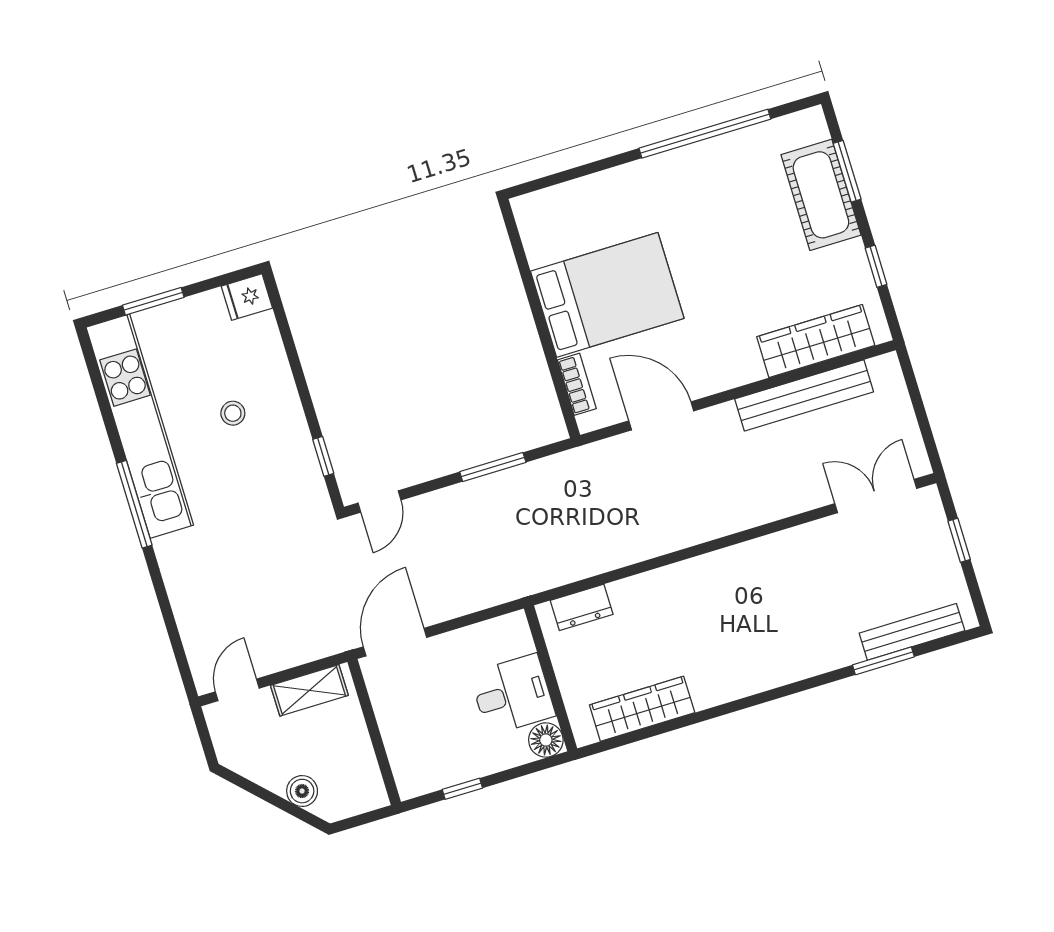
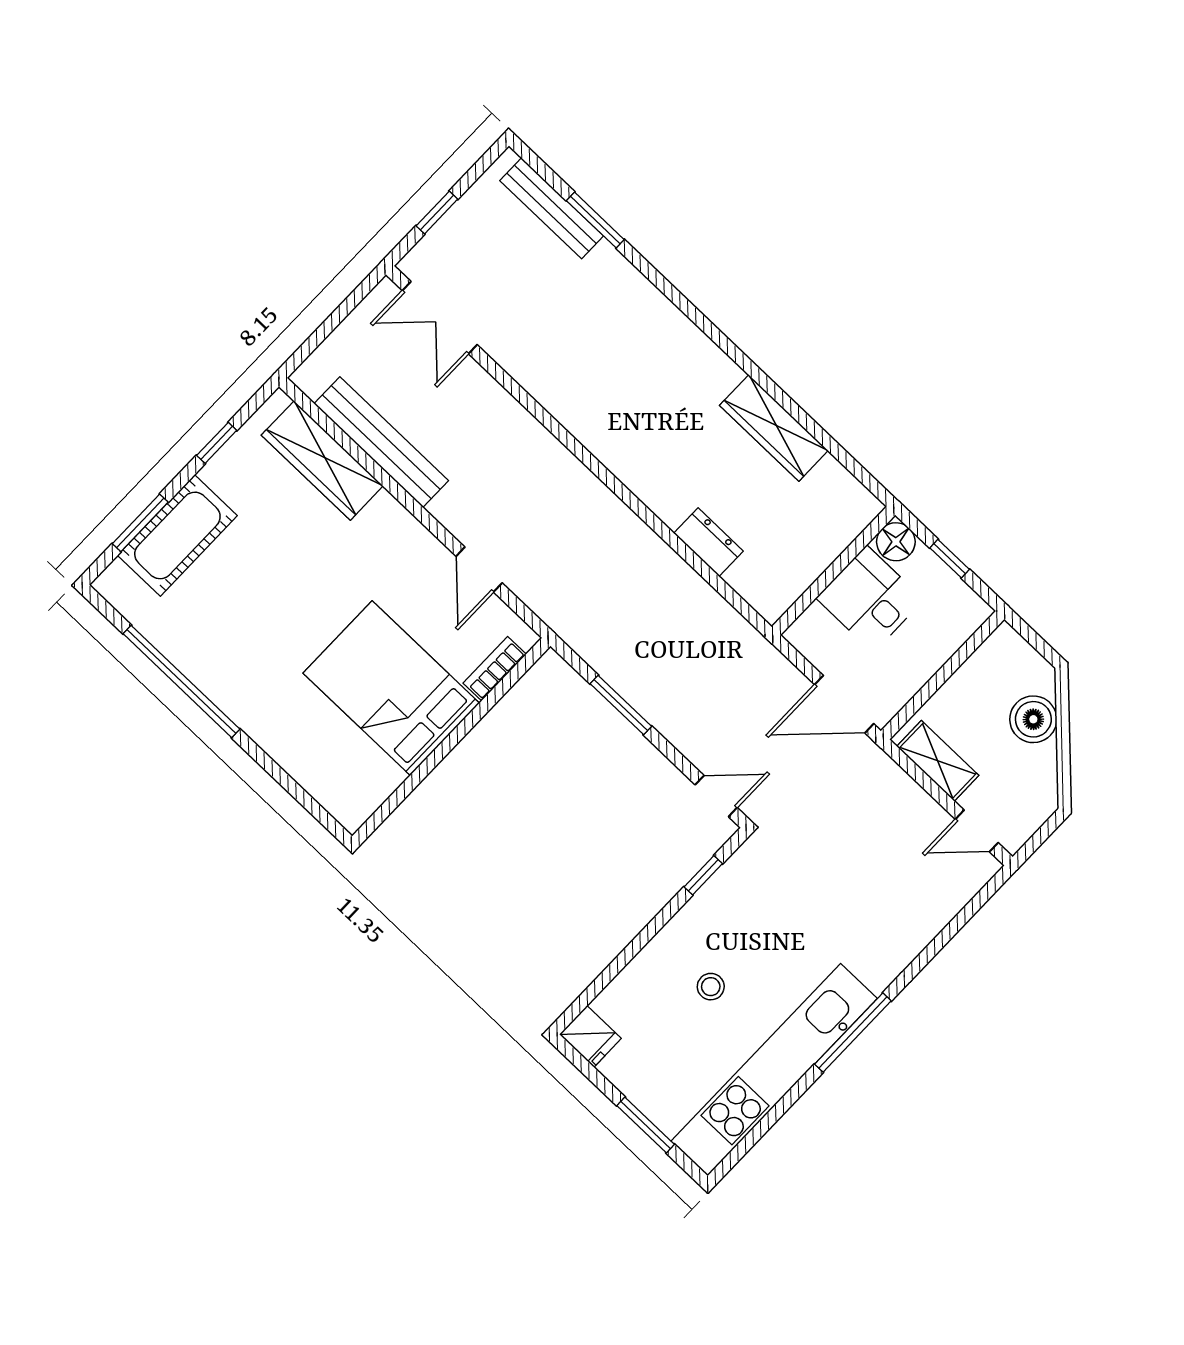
door: (661, 416) -> (479, 570), width x0.73
wall: (551, 678) -> (834, 571), moved
desk: (513, 695) -> (870, 599), moved
floor lamp: (546, 740) -> (896, 542), moved
boiler: (302, 791) -> (1033, 719), width x1.36, depth x1.36

